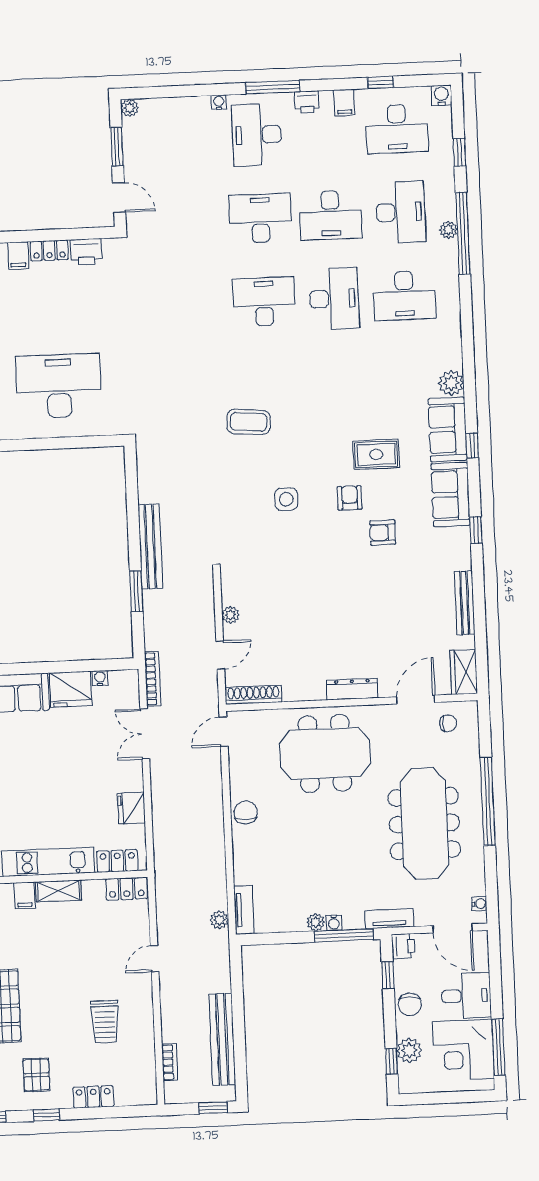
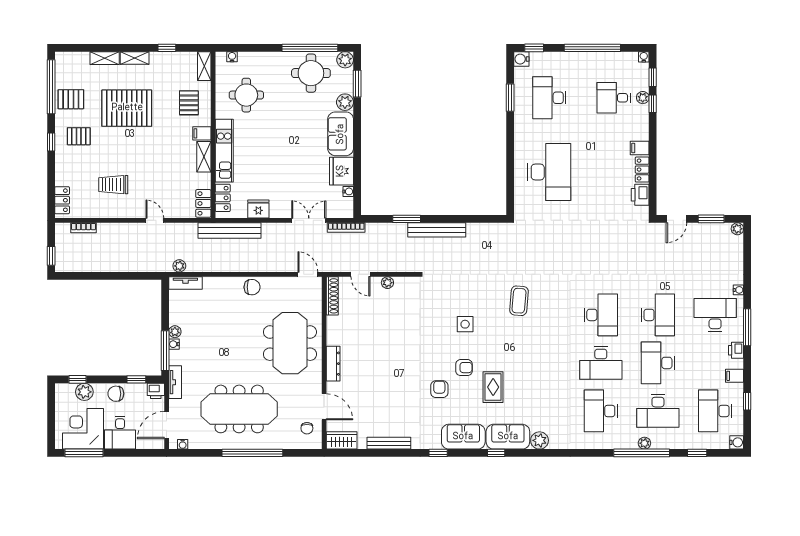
bench: (222, 1039) -> (229, 230), moved
locker: (93, 1097) -> (62, 200), moved

